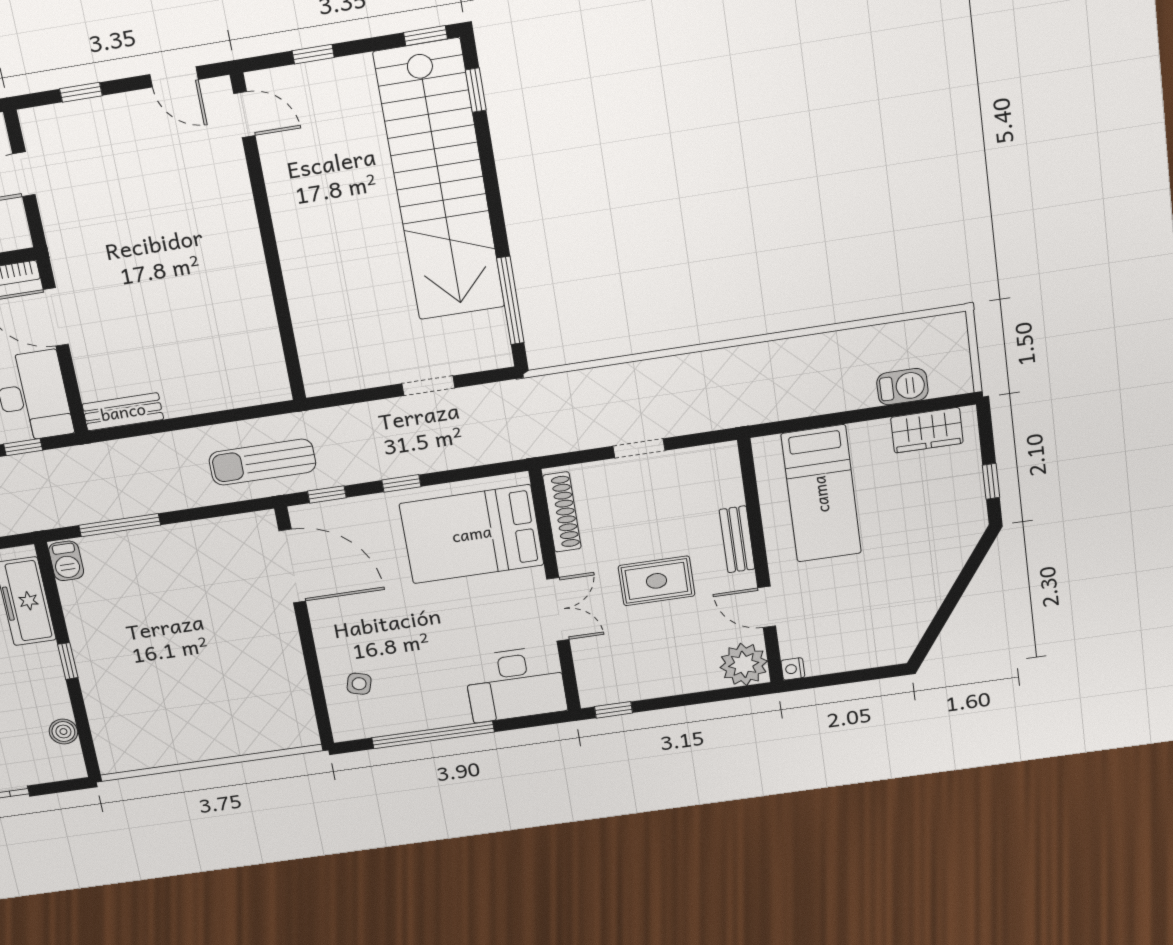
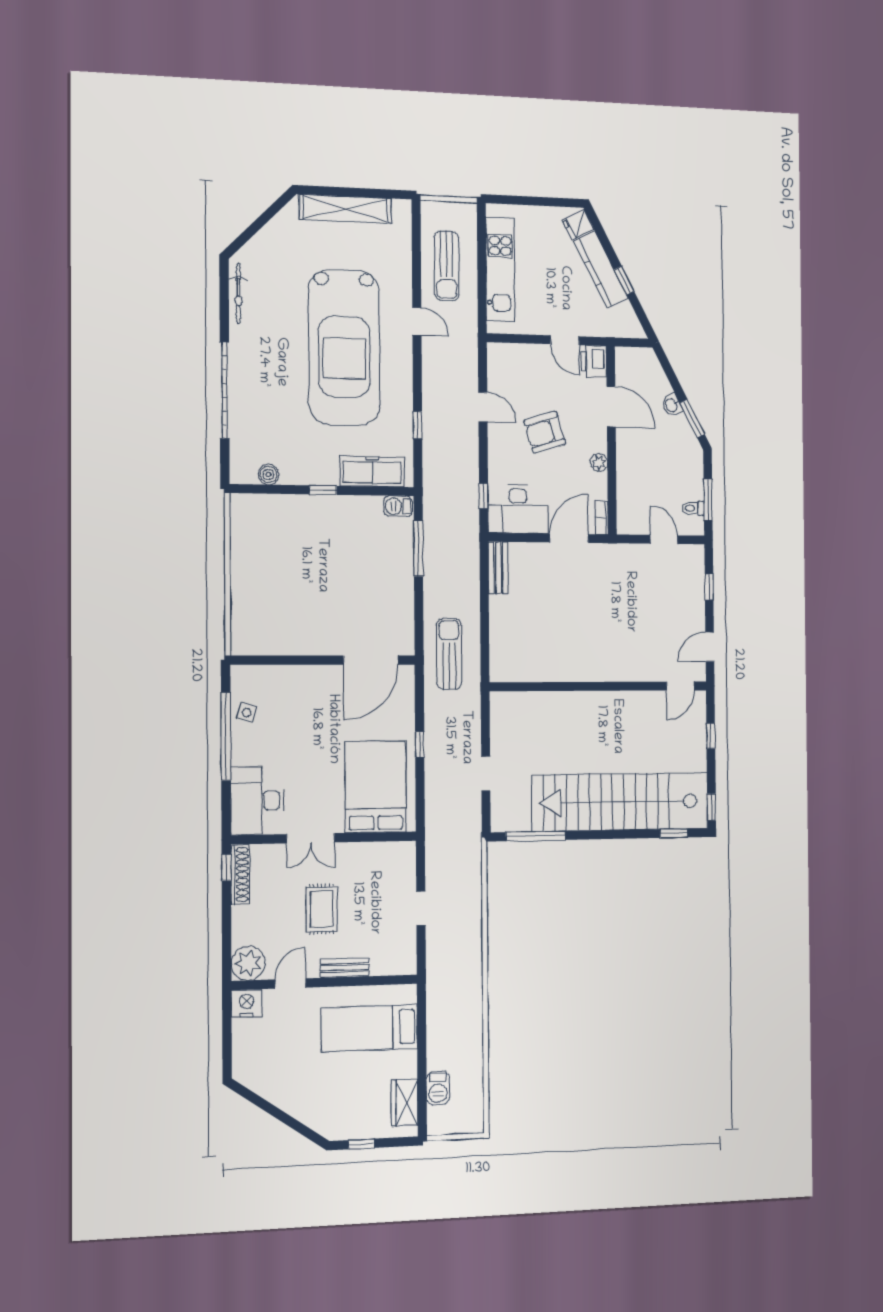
window: (327, 494) -> (419, 693), removed
shoe rack: (562, 512) -> (240, 875), moved, turned -90
nightstand: (793, 669) -> (247, 1003), width x1.89, depth x1.79
side table: (359, 684) -> (247, 713), moved

